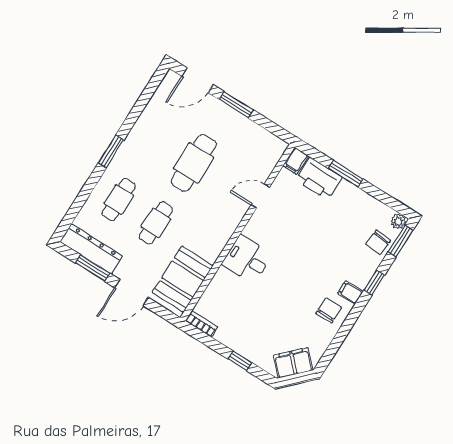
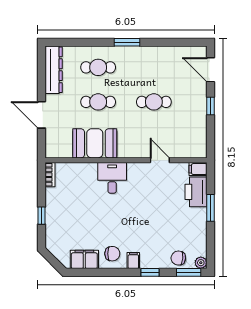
window: (236, 105) -> (210, 106), width x0.67
cafe table: (194, 163) -> (154, 102), width x0.73, depth x0.74
window: (93, 268) -> (41, 79), removed
booth: (183, 279) -> (95, 143), moved
filing cabinet: (293, 363) -> (84, 259), moved, turned -45

